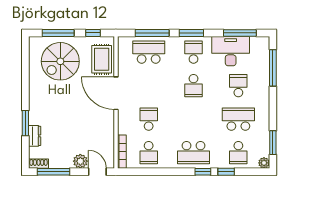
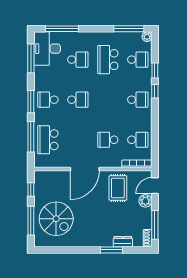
desk: (231, 51) -> (47, 49), moved
rug: (102, 59) -> (118, 188), moved, turned 90
school desk: (238, 86) -> (78, 60), turned 180
window: (273, 143) -> (129, 29), width x1.44
school desk: (194, 153) -> (138, 100), width x0.54

